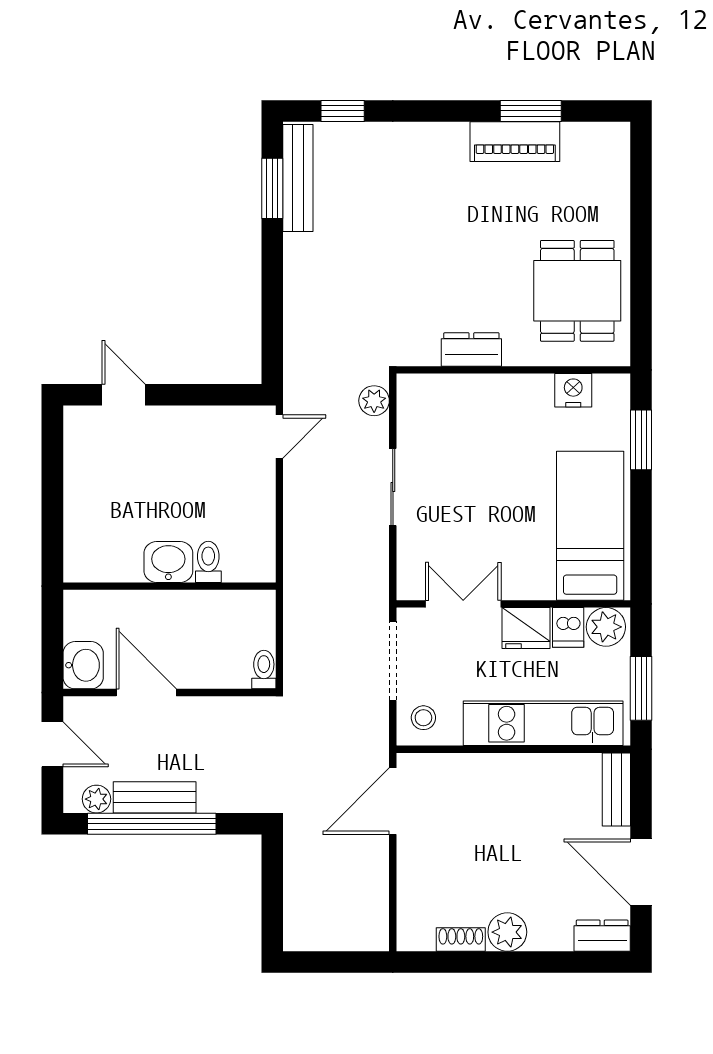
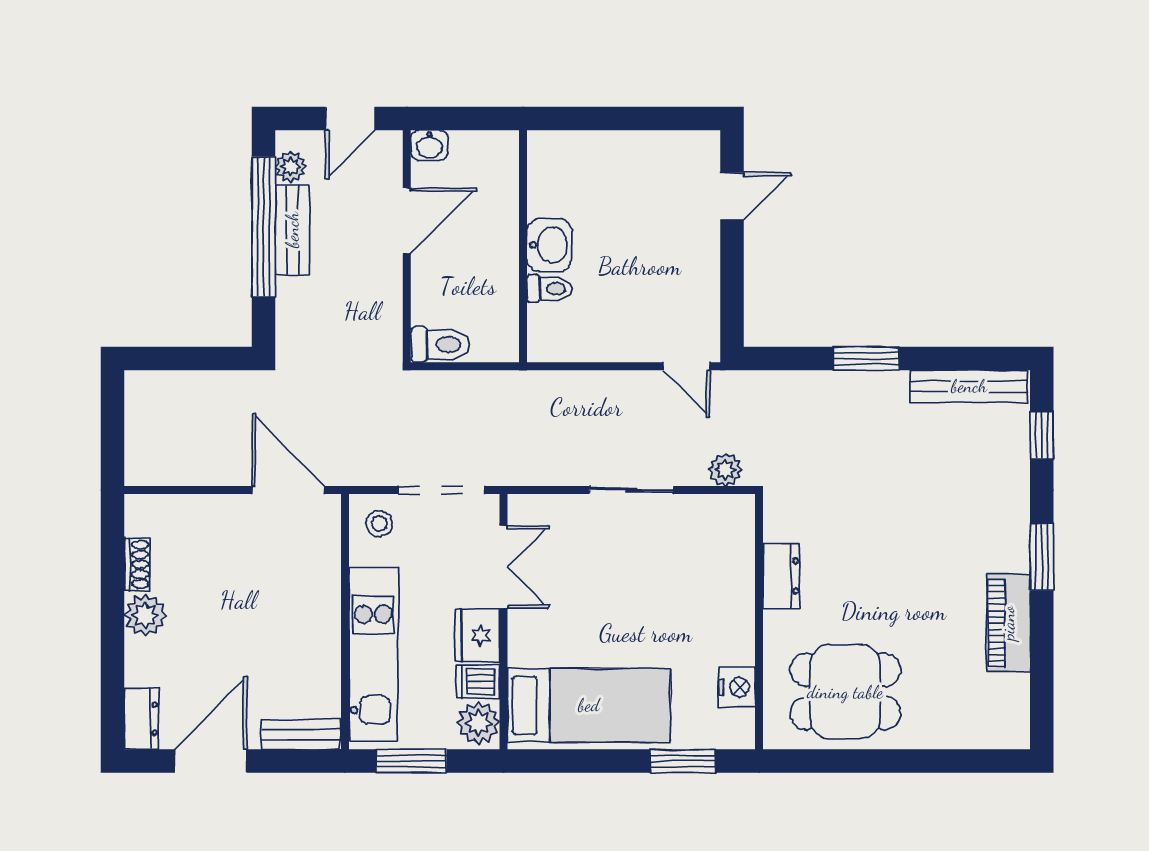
window: (531, 111) -> (1042, 557), moved
window: (272, 188) -> (866, 358), moved
washbasin: (83, 665) -> (429, 145), width x0.72, depth x0.69
toilet: (264, 670) -> (440, 344), width x1.37, depth x1.39

